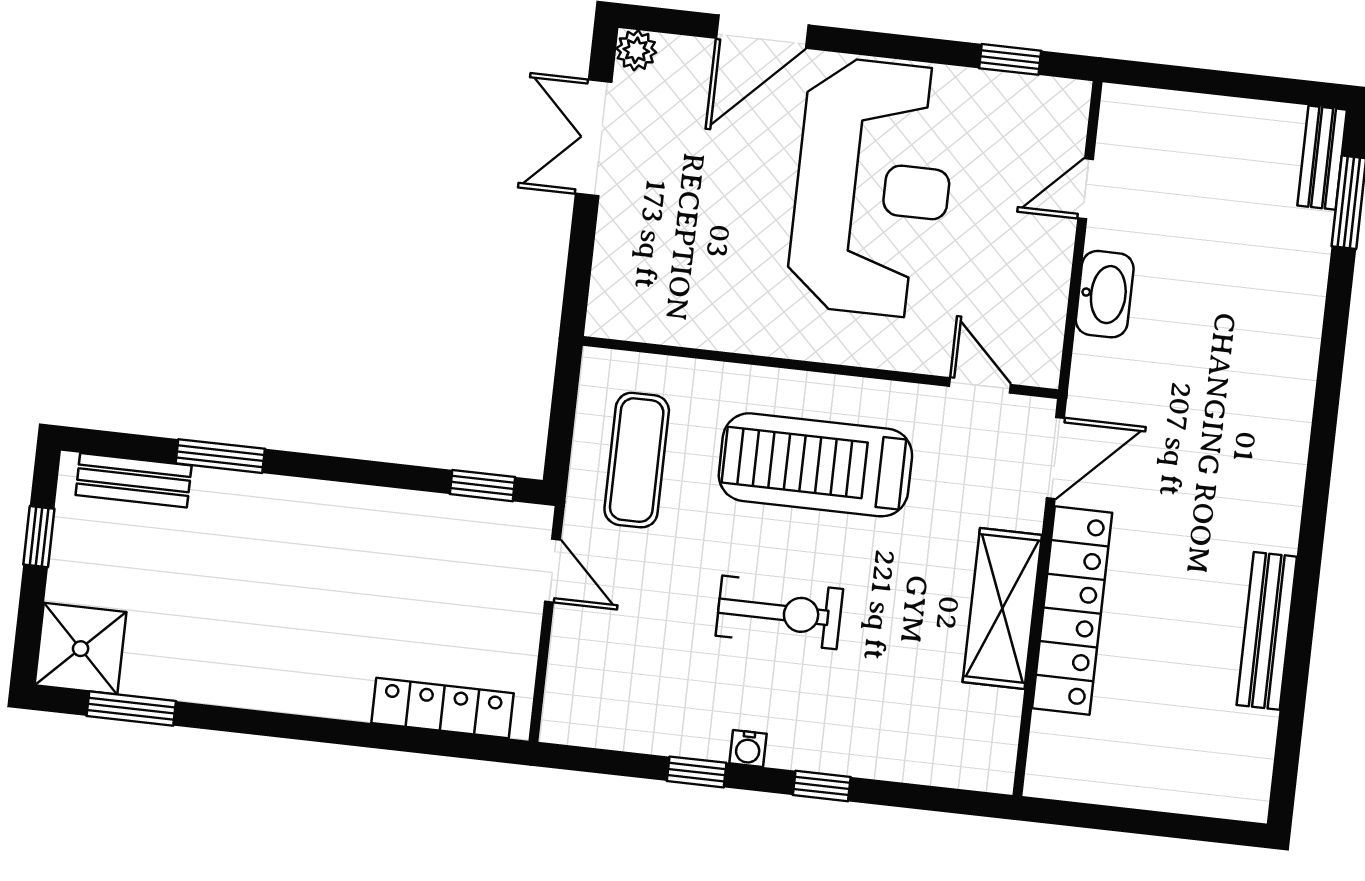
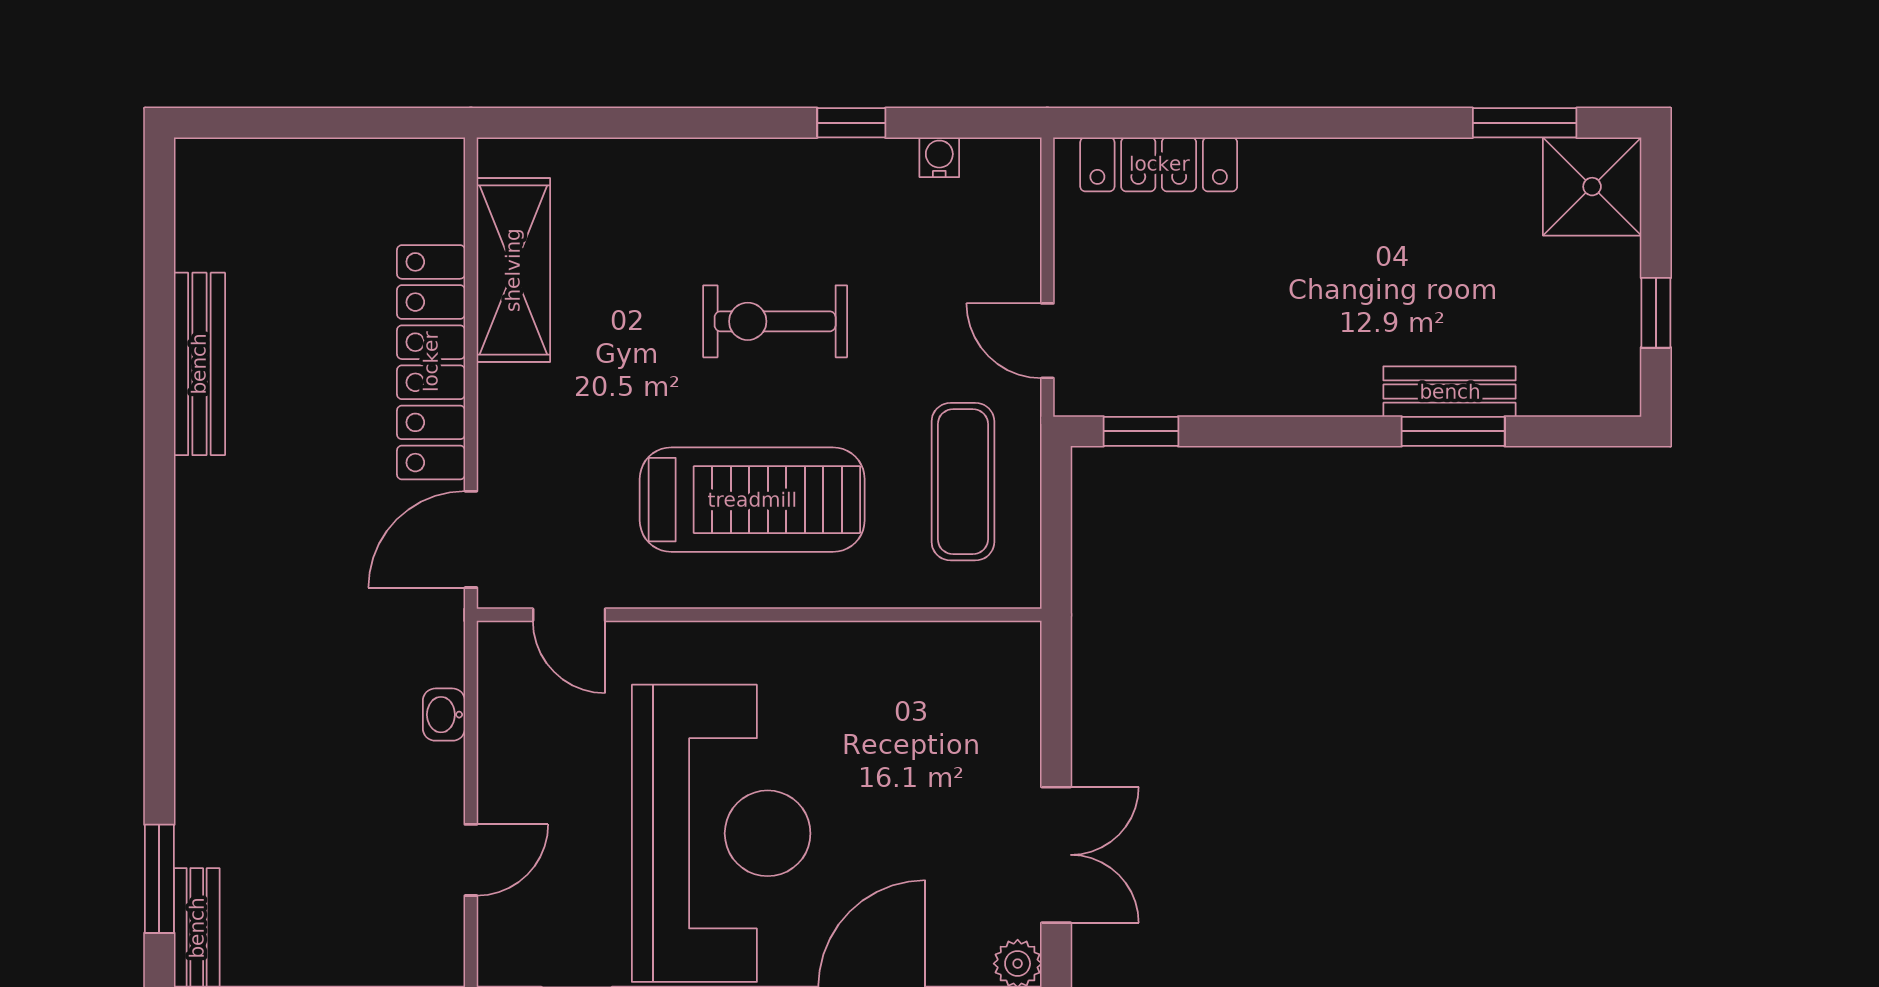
reception desk: (873, 188) -> (721, 833), turned 180
washbasin: (1105, 294) -> (444, 715), width x0.52, depth x0.69
bench: (134, 480) -> (1450, 392), moved
shelving: (1002, 608) -> (513, 270), moved
water cooler: (748, 748) -> (939, 157), moved
window: (822, 786) -> (702, 123), removed

